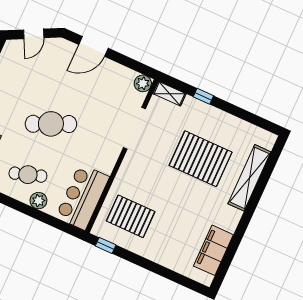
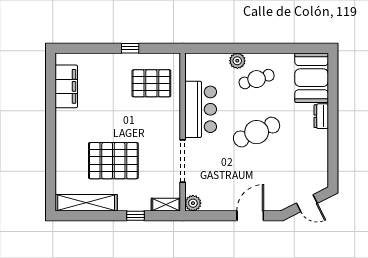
door: (34, 34) -> (307, 203), swing flipped
shelving: (249, 178) -> (86, 203), moved, turned 90
bar counter: (82, 197) -> (201, 109), moved
window: (106, 245) -> (130, 48), moved

